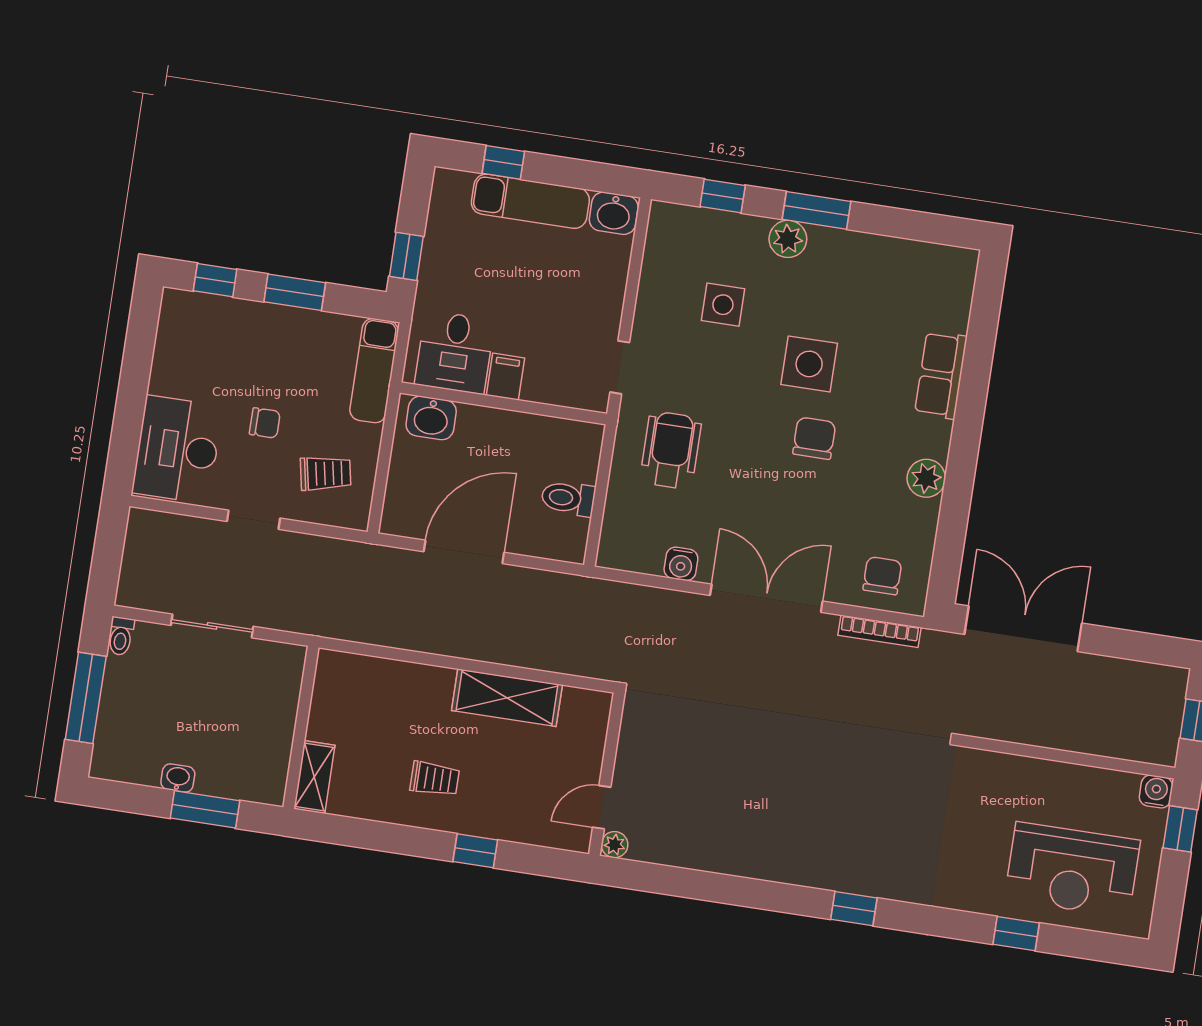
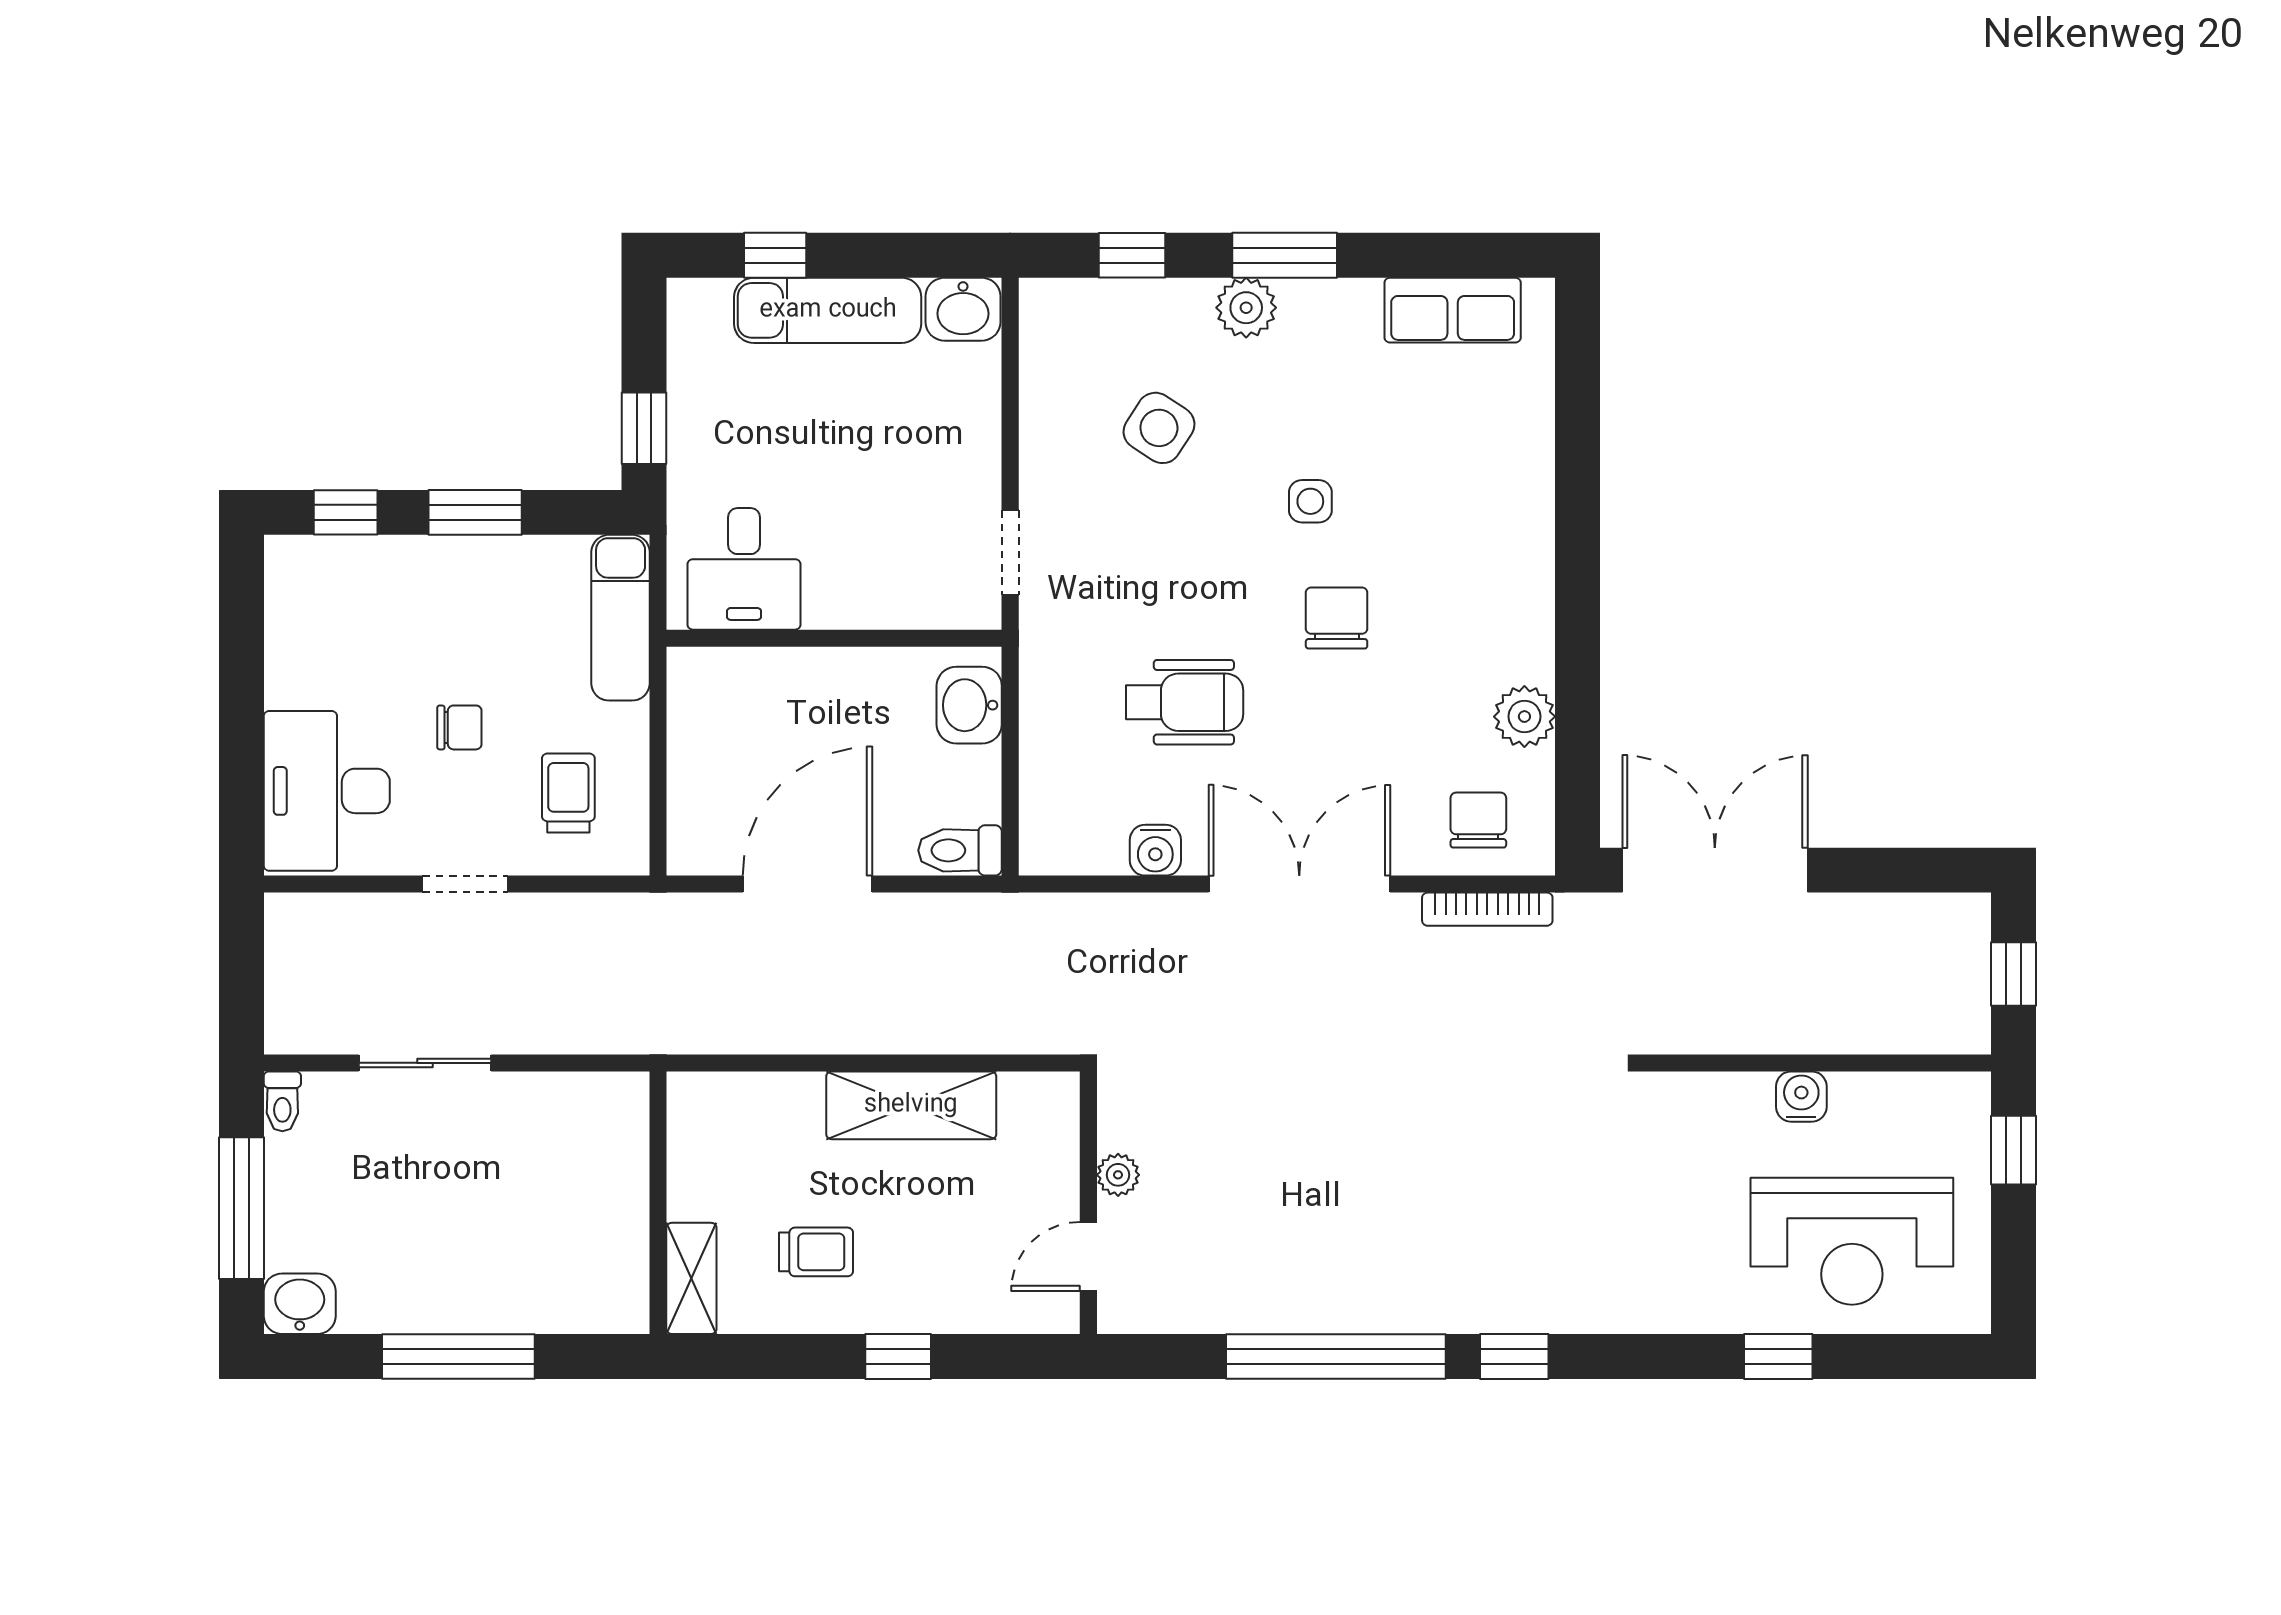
side table: (723, 305) -> (1159, 428), turned 33
side table: (809, 364) -> (1310, 501), width x0.54, depth x0.54
row of seats: (941, 375) -> (1453, 310), moved, turned -90
filing cabinet: (506, 377) -> (831, 595), removed
washbasin: (431, 418) -> (969, 705), moved, turned 90
wheelchair: (671, 450) -> (1184, 702), moved, turned 90
trolley: (326, 473) -> (568, 793), turned -79
plant: (926, 478) -> (1524, 717), moved
toilet: (568, 498) -> (960, 850), moved
wall: (301, 727) -> (658, 1203), moved
shelving: (314, 777) -> (691, 1278), moved
washbasin: (178, 778) -> (300, 1304), moved, width x1.38, depth x1.45
water cooler: (1156, 791) -> (1801, 1097), moved
window: (205, 809) -> (458, 1356), width x1.44
plant: (615, 845) -> (1118, 1175), moved
window: (744, 892) -> (1336, 1356), added

